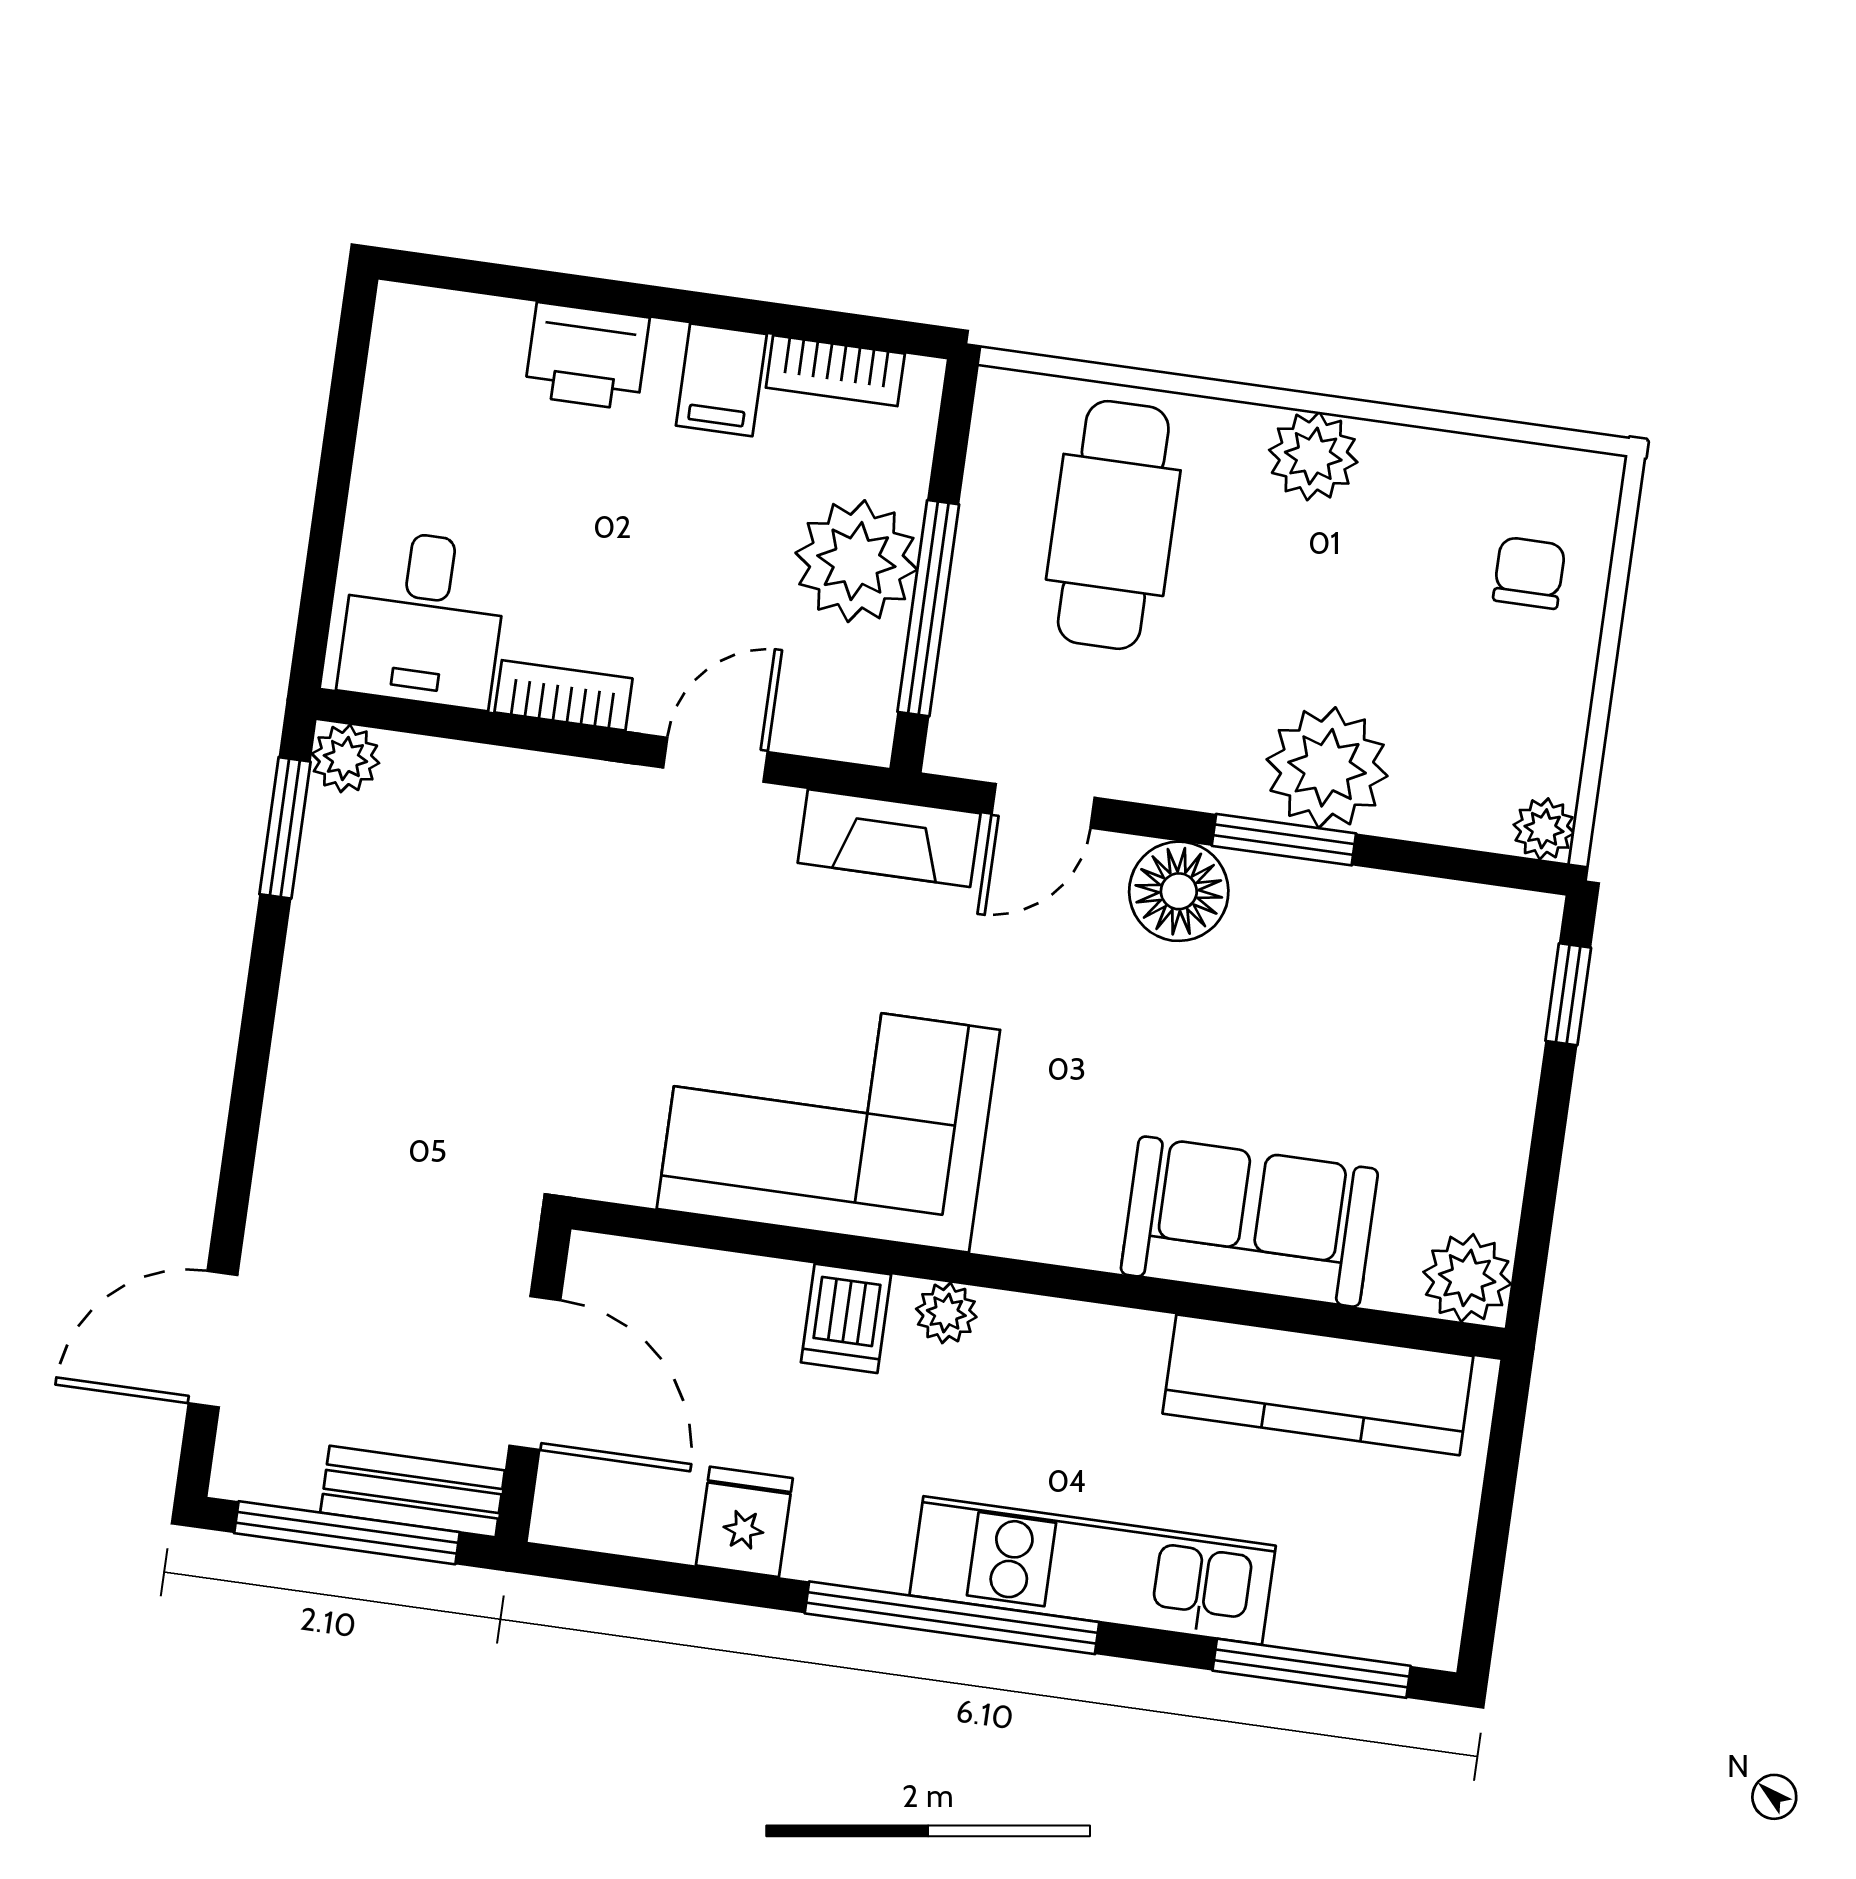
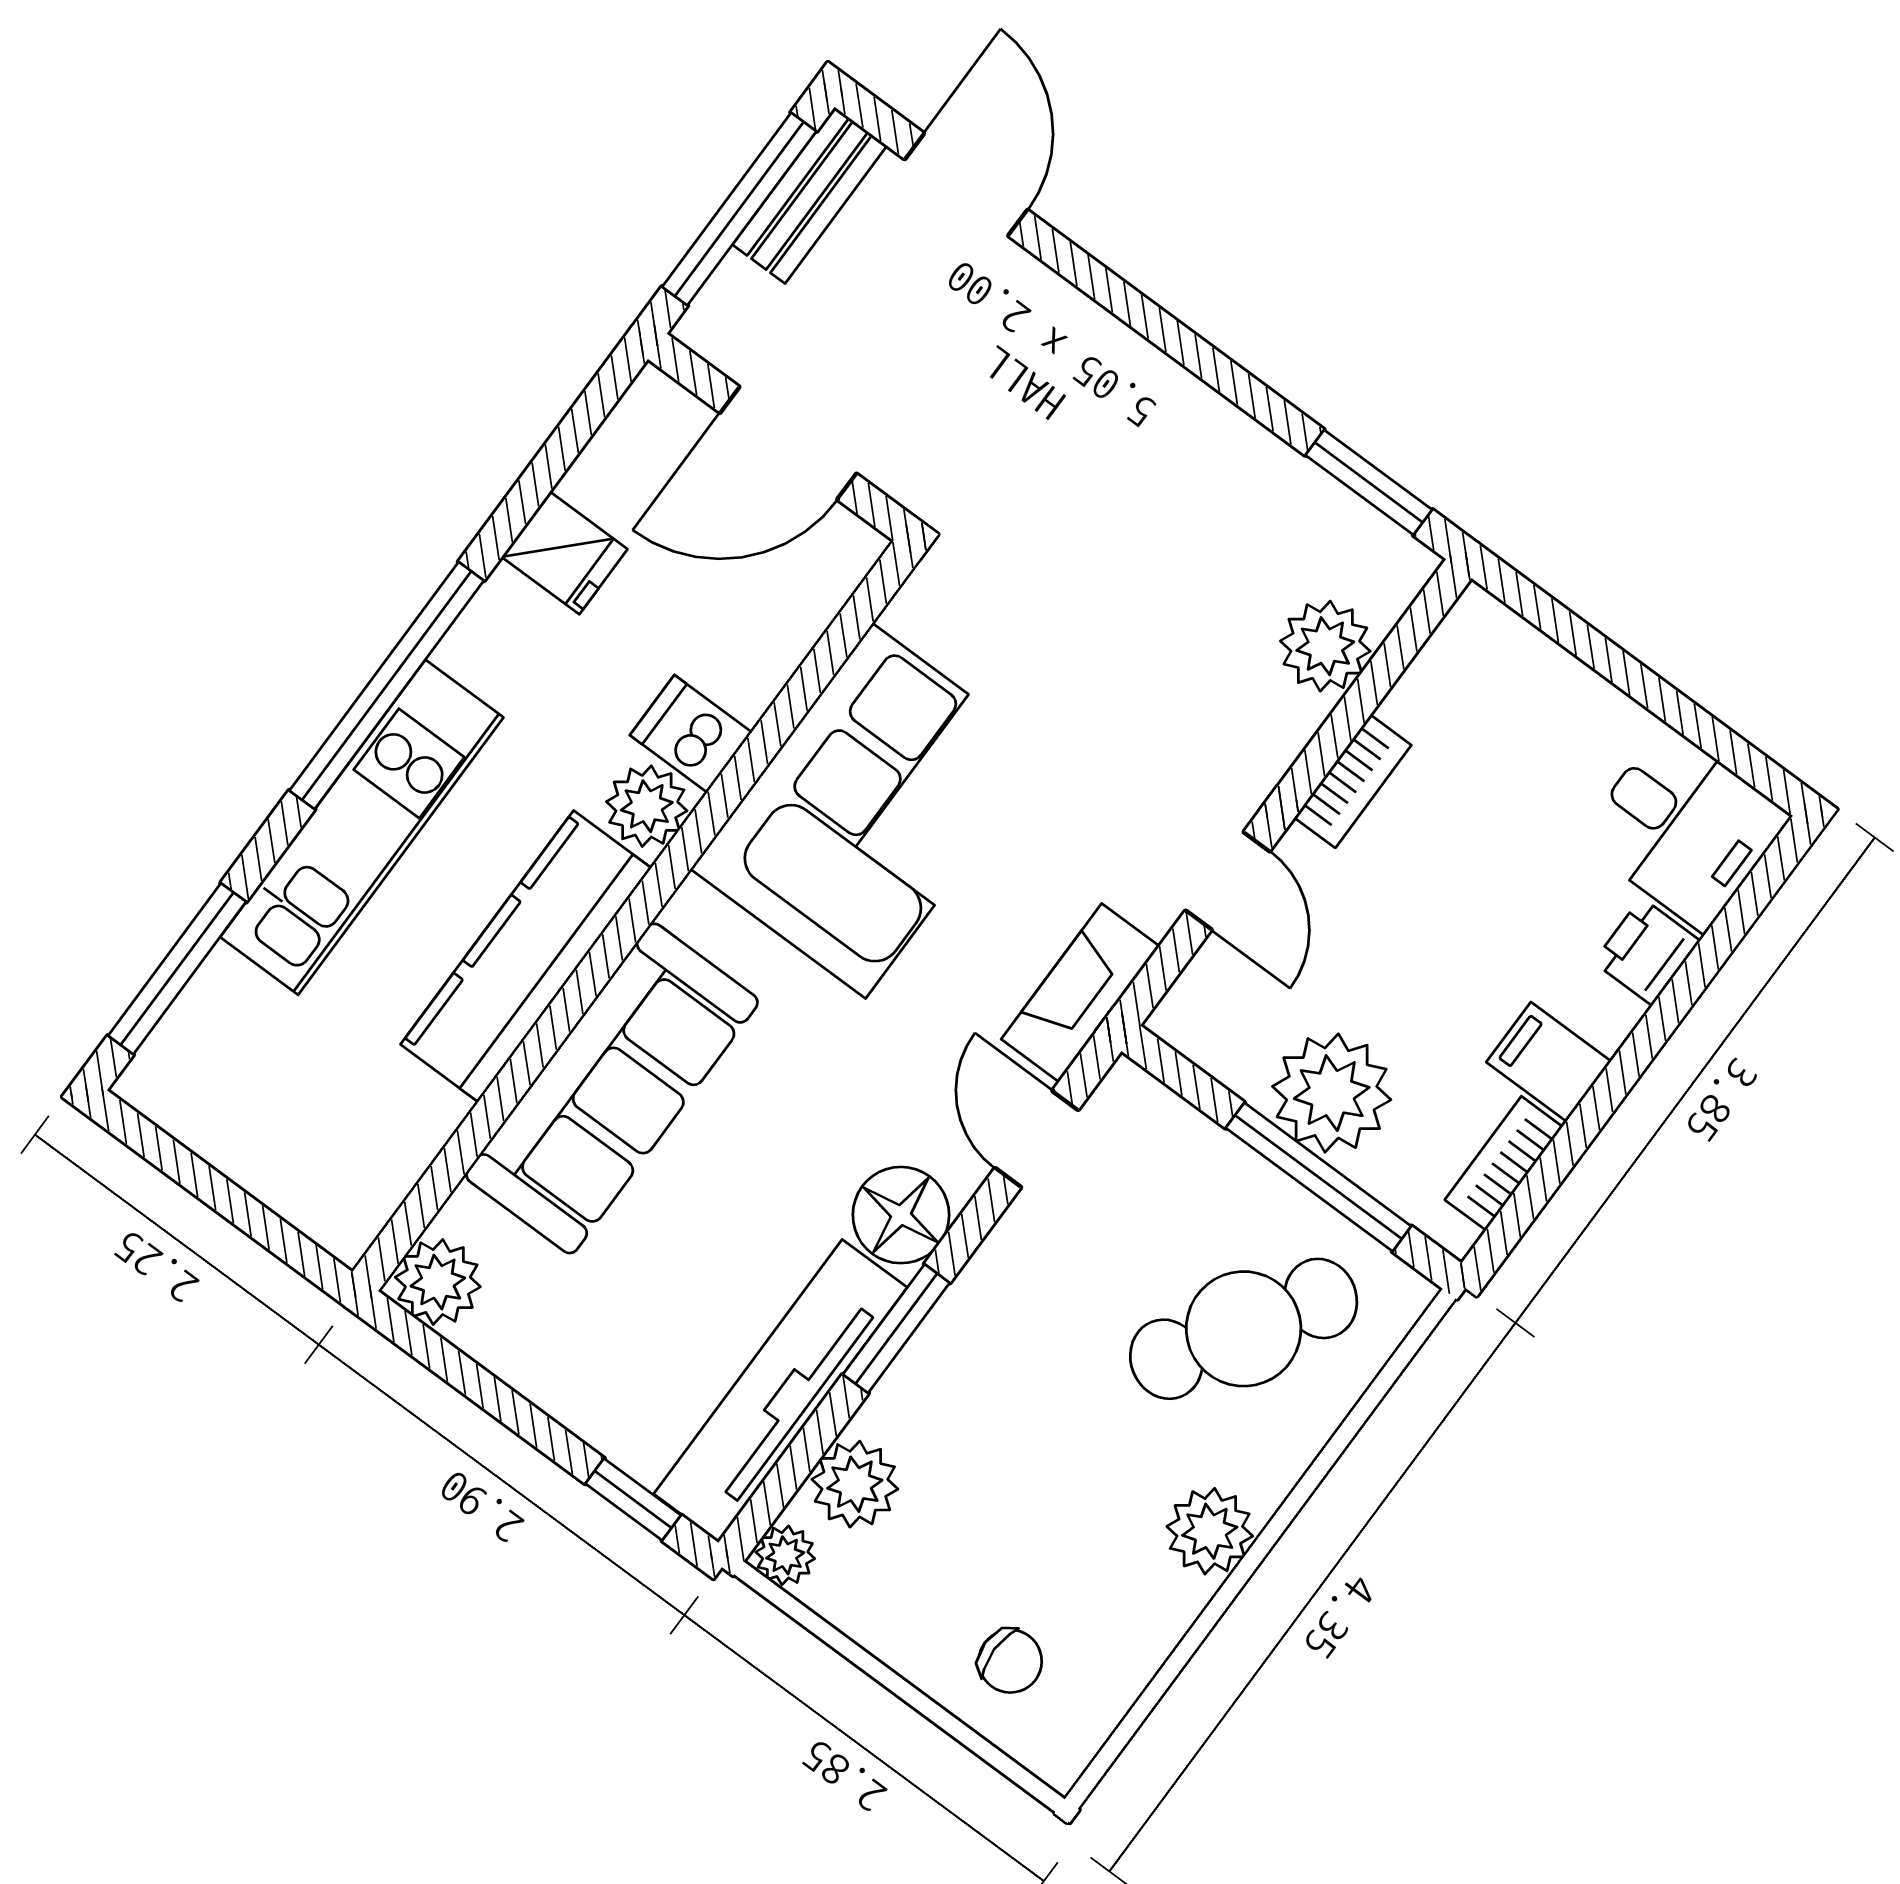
printer: (587, 356) -> (1647, 951), width x0.73, depth x0.81
cafe table: (1113, 525) -> (1244, 1329), turned -58
window: (928, 608) -> (1318, 1177), moved
desk: (423, 619) -> (1684, 828), moved, turned 180
plant: (345, 758) -> (1325, 646), moved, width x1.38, depth x1.38
plant: (1327, 768) -> (855, 1484), moved, width x0.73, depth x0.73
tv unit: (1397, 914) -> (780, 1391), added
sofa: (1249, 1222) -> (612, 1088), width x1.36
plant: (946, 1313) -> (647, 806), width x1.38, depth x1.38
kitchen counter: (1318, 1385) -> (526, 956), moved
bench: (413, 1491) -> (810, 195), moved

